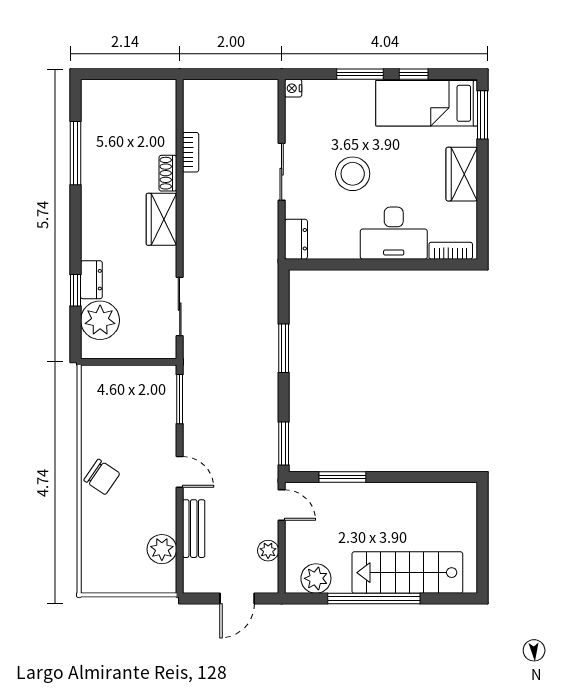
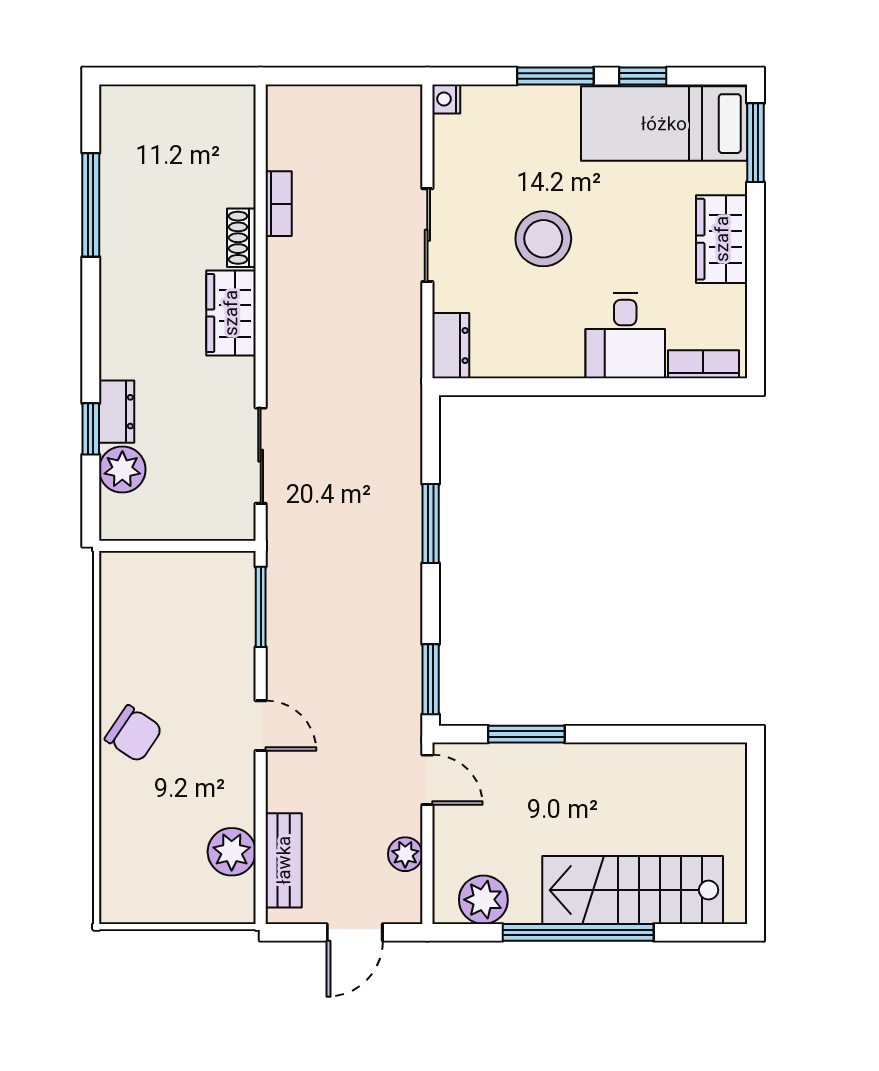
desk: (394, 233) -> (625, 336), width x0.73
plant: (100, 320) -> (122, 469), width x0.73, depth x0.73
bench: (194, 529) -> (284, 860), moved

